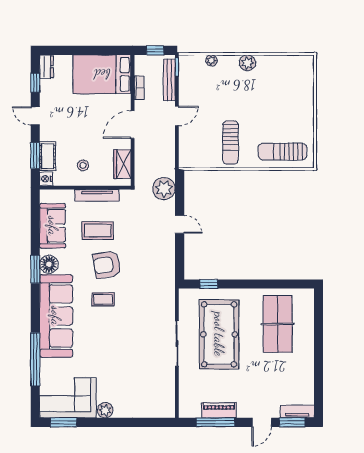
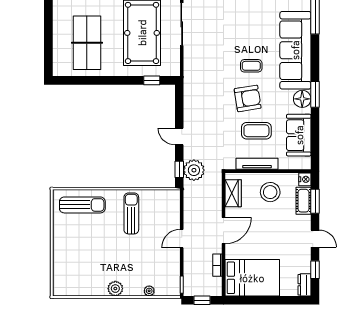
bench: (169, 80) -> (189, 272), removed
stool: (83, 165) -> (270, 192), width x1.89, depth x1.89
window: (180, 189) -> (179, 169), added

